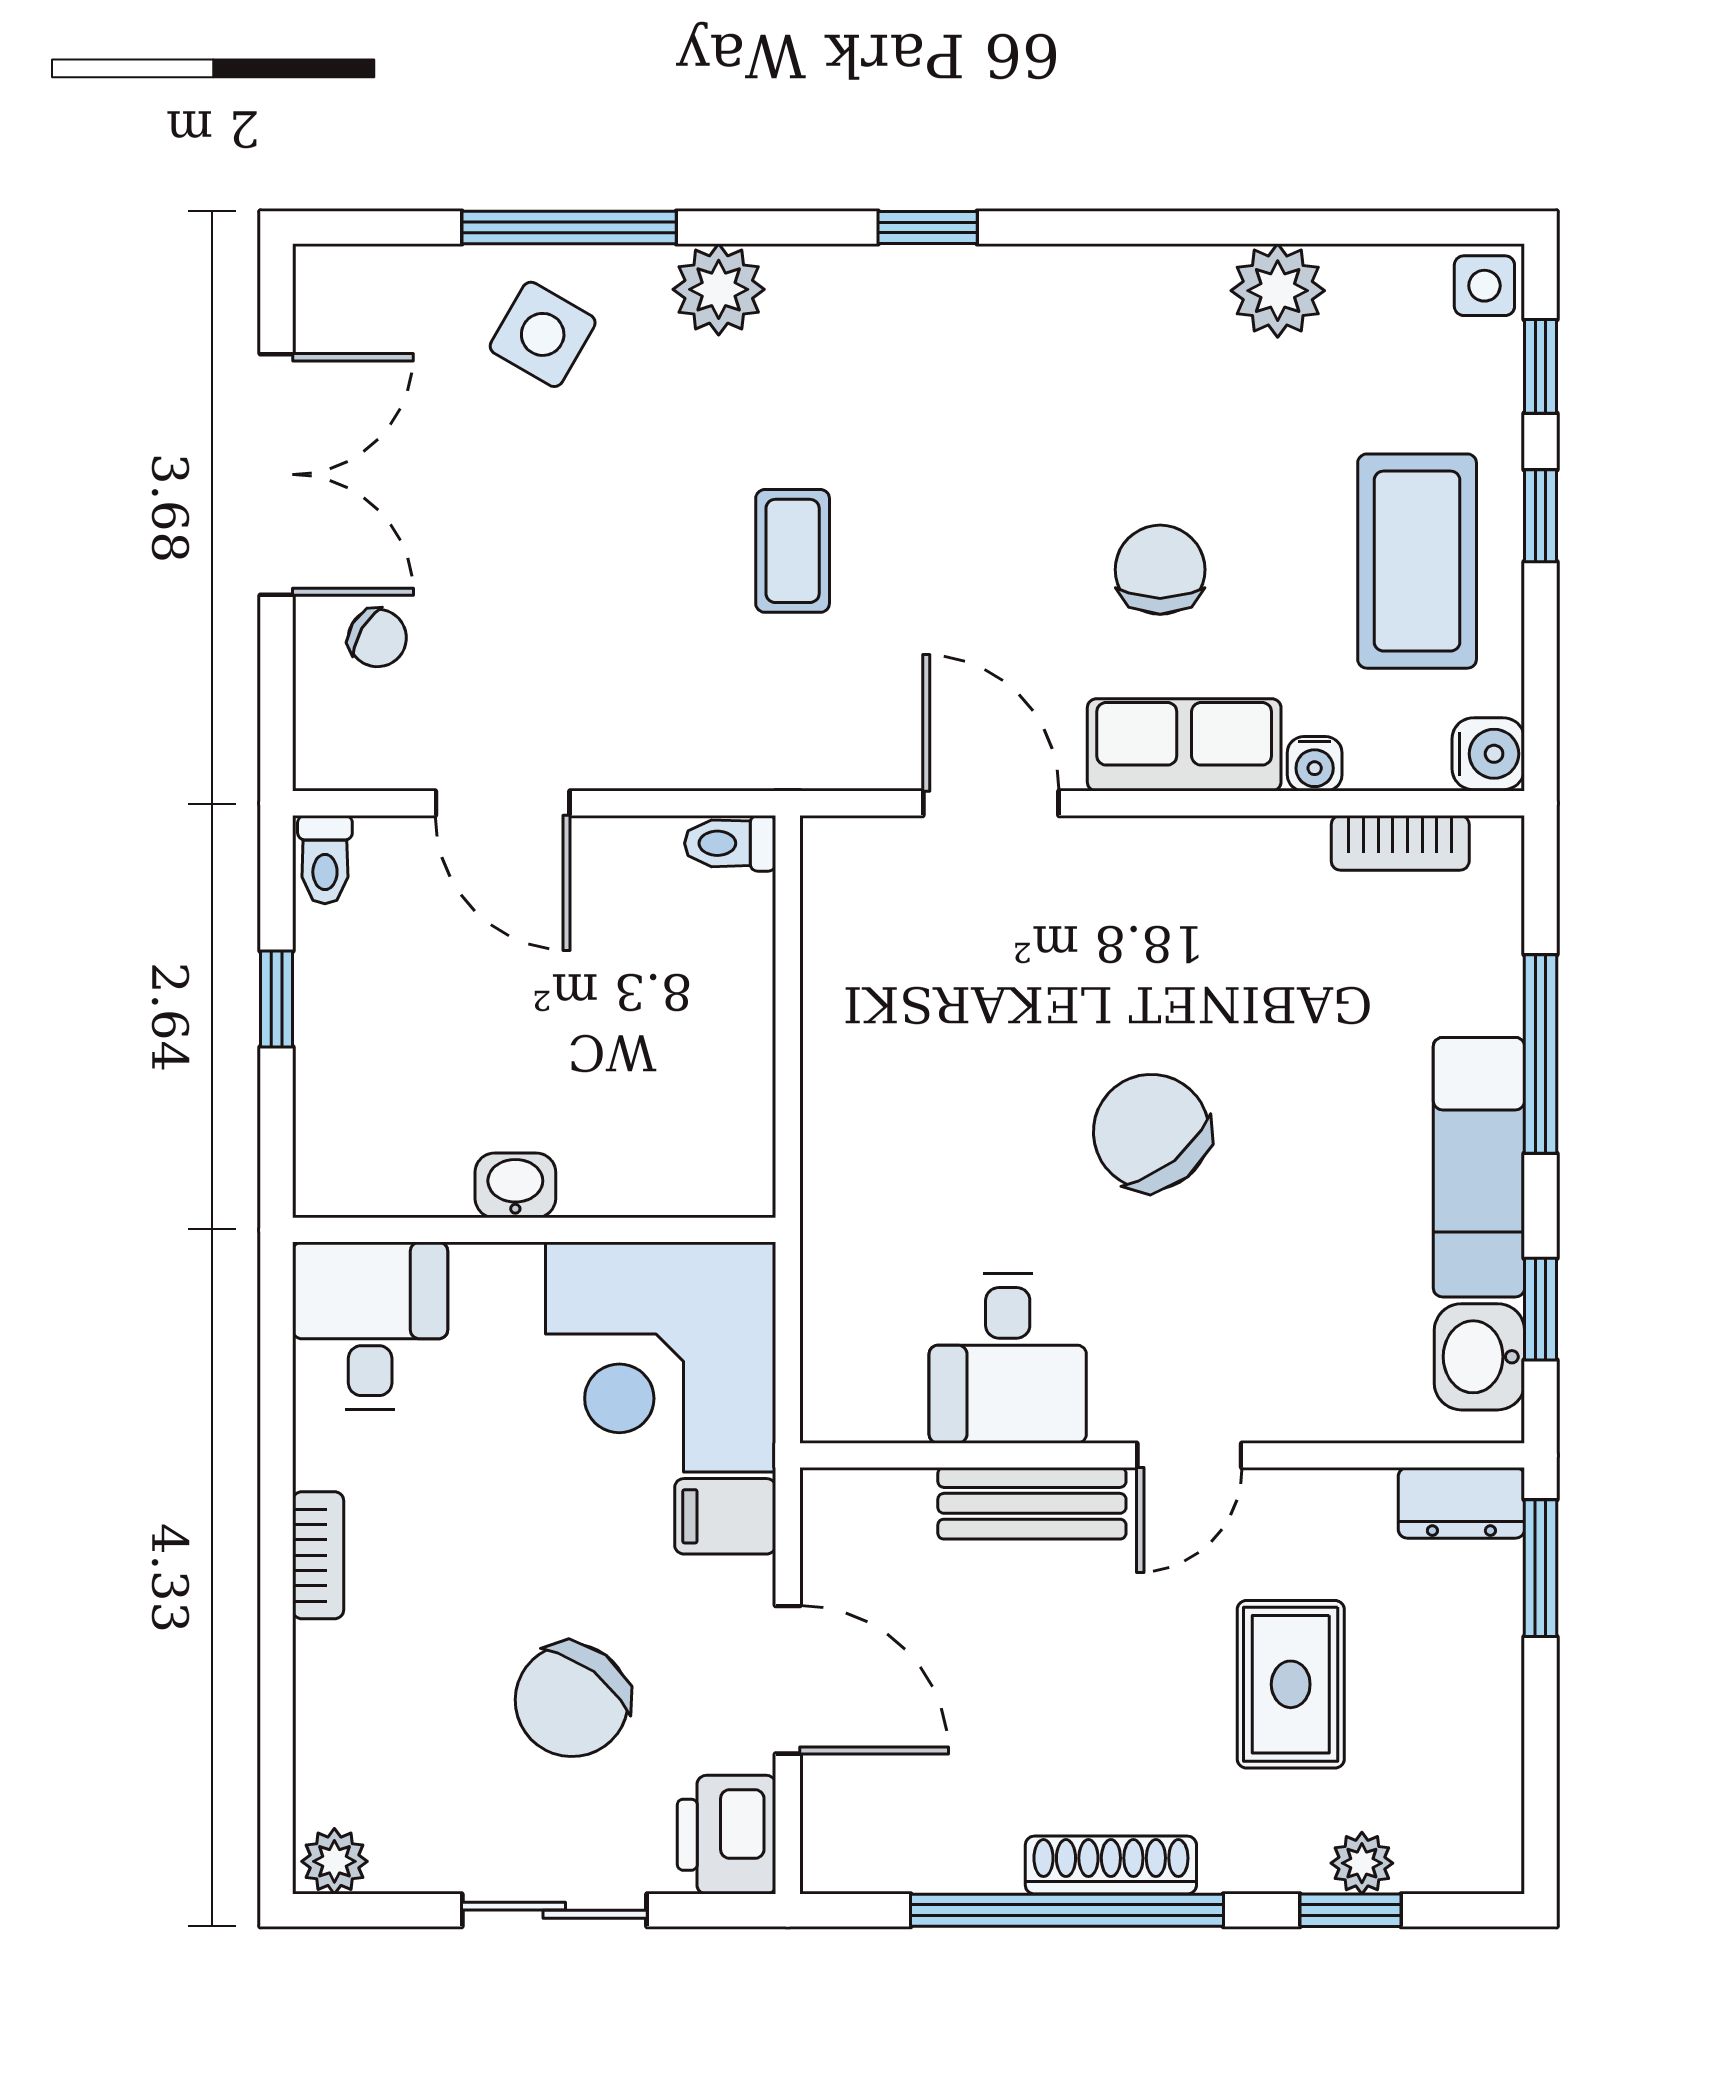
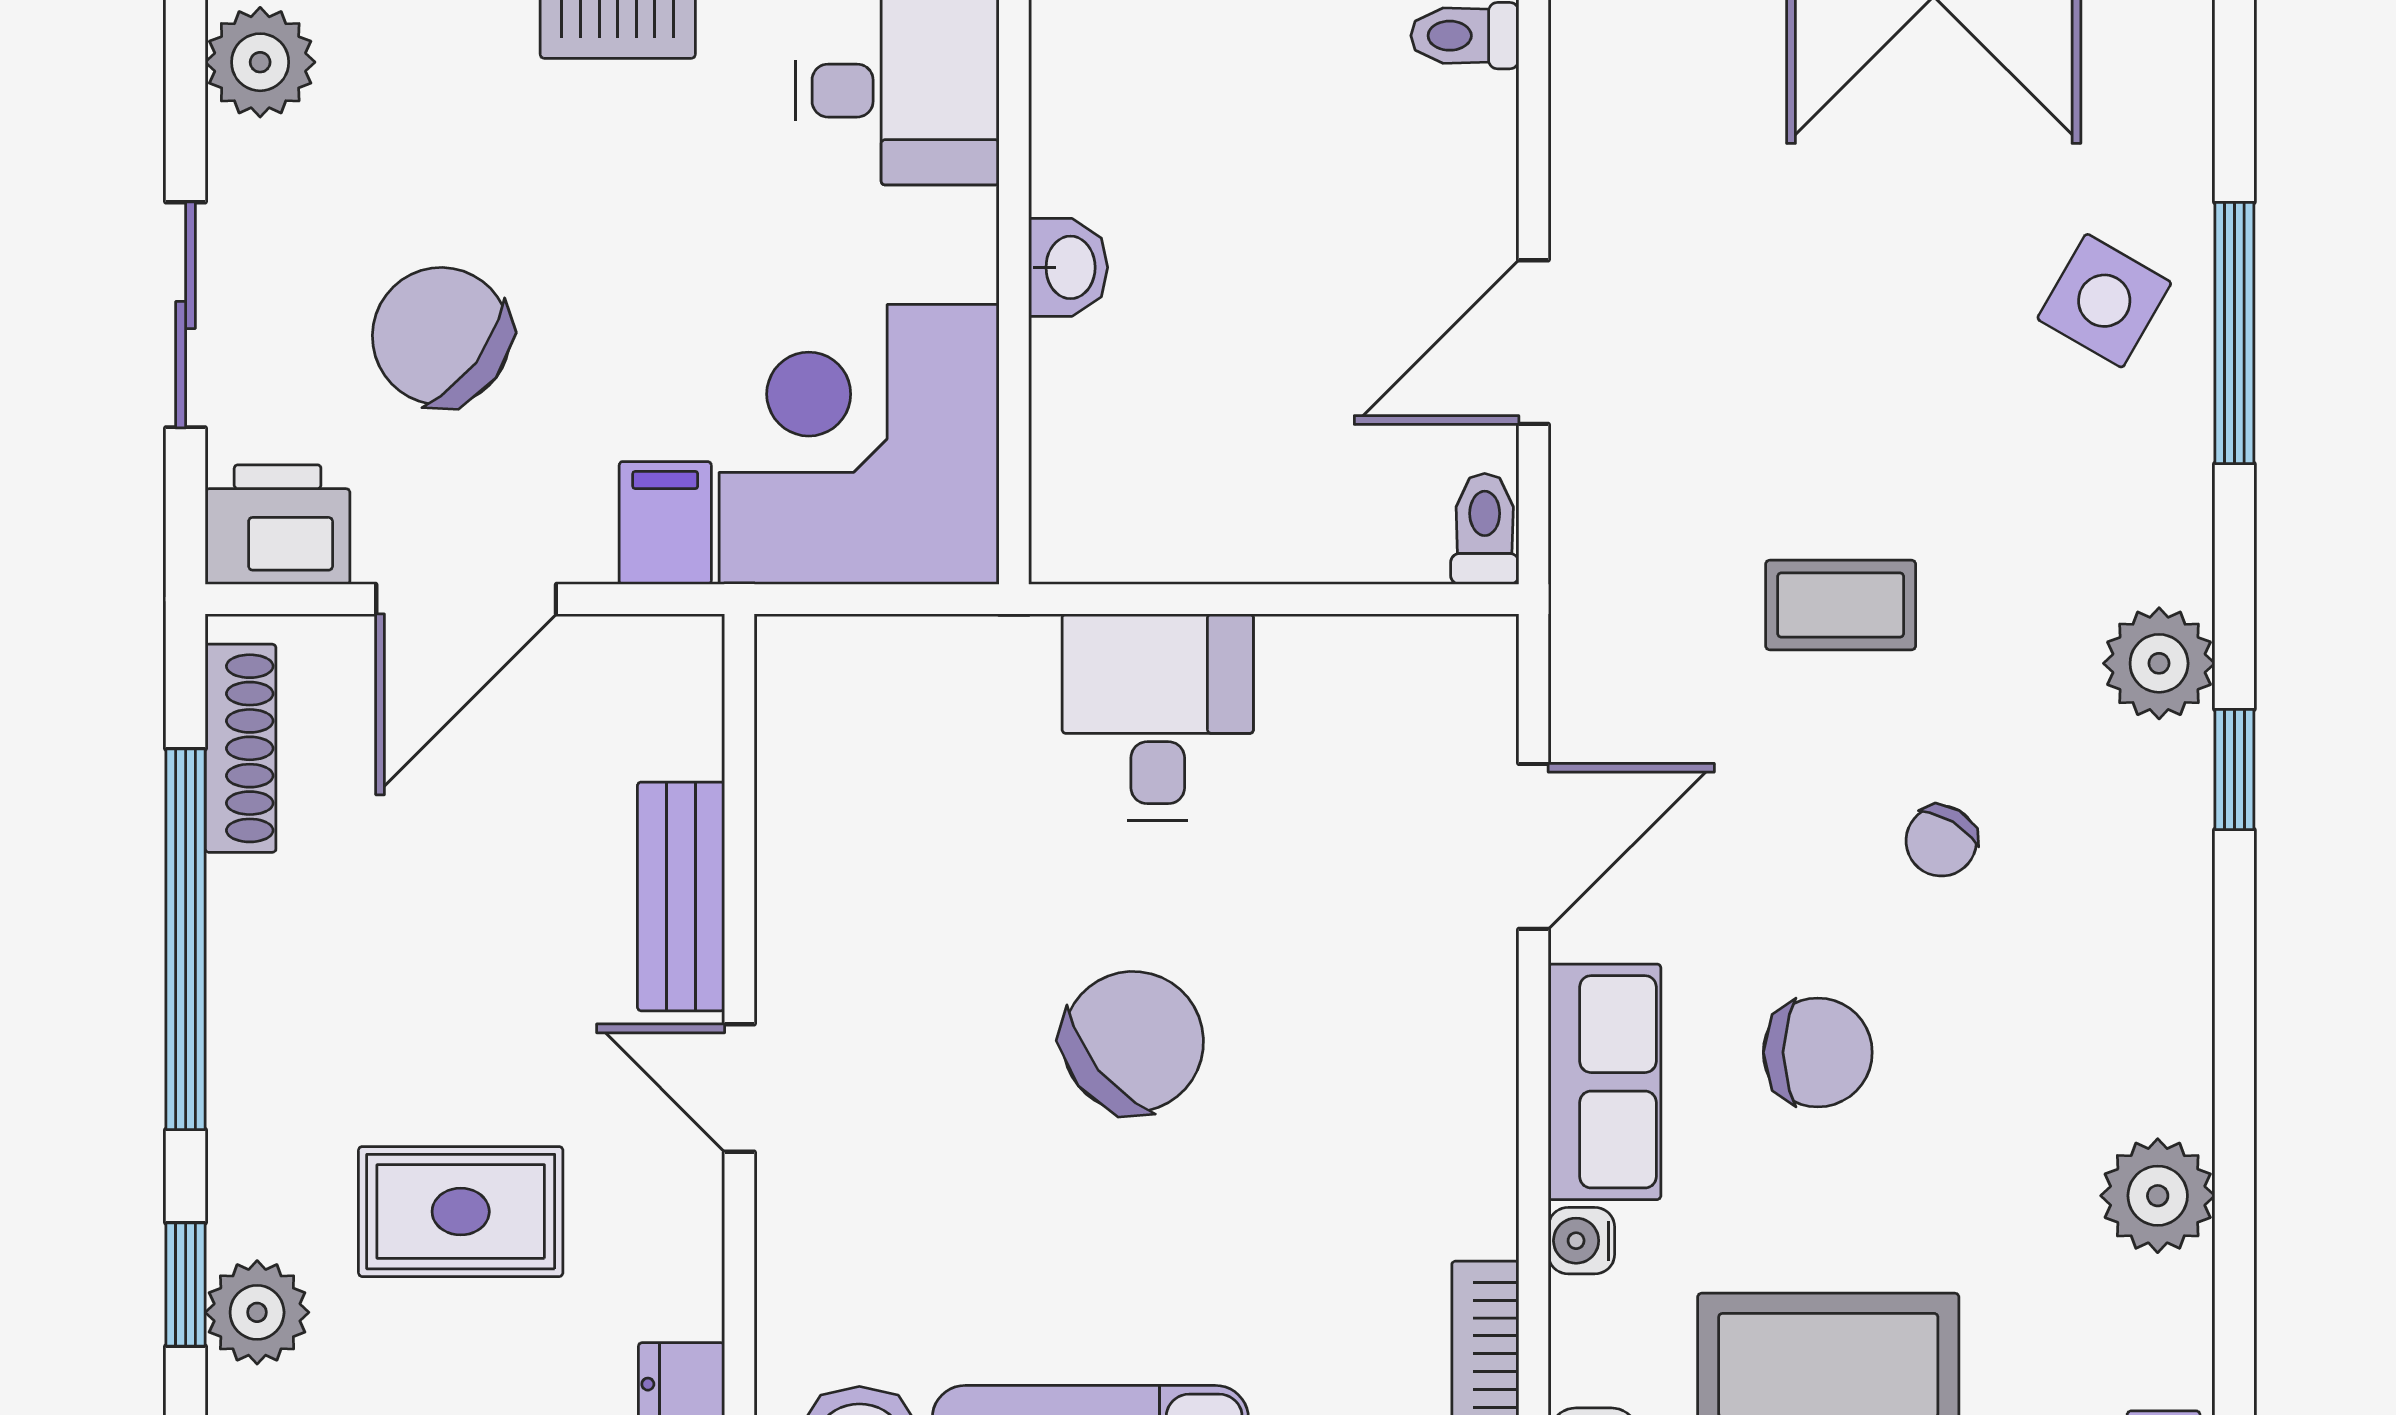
plant: (719, 289) -> (2159, 663), moved
chair: (377, 638) -> (1941, 841), moved
door: (503, 803) -> (1533, 342), moved
desk: (1008, 1359) -> (1158, 717), moved, turned 90
plant: (334, 1861) -> (260, 62), width x1.38, depth x1.38
plant: (1362, 1863) -> (257, 1312), width x1.38, depth x1.38
shoe rack: (1111, 1865) -> (241, 748), moved

